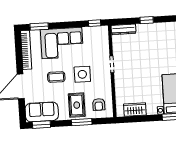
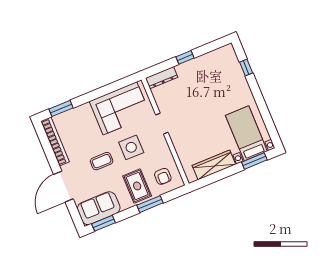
window: (95, 23) -> (125, 82), removed
corner sofa: (62, 43) -> (120, 108), moved
wardrobe: (135, 110) -> (214, 165), width x1.50

